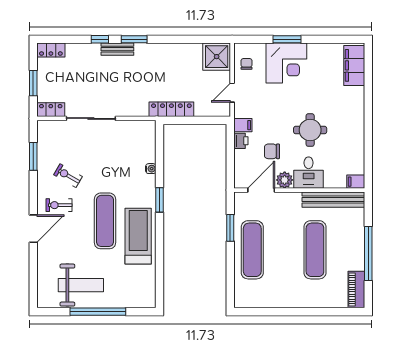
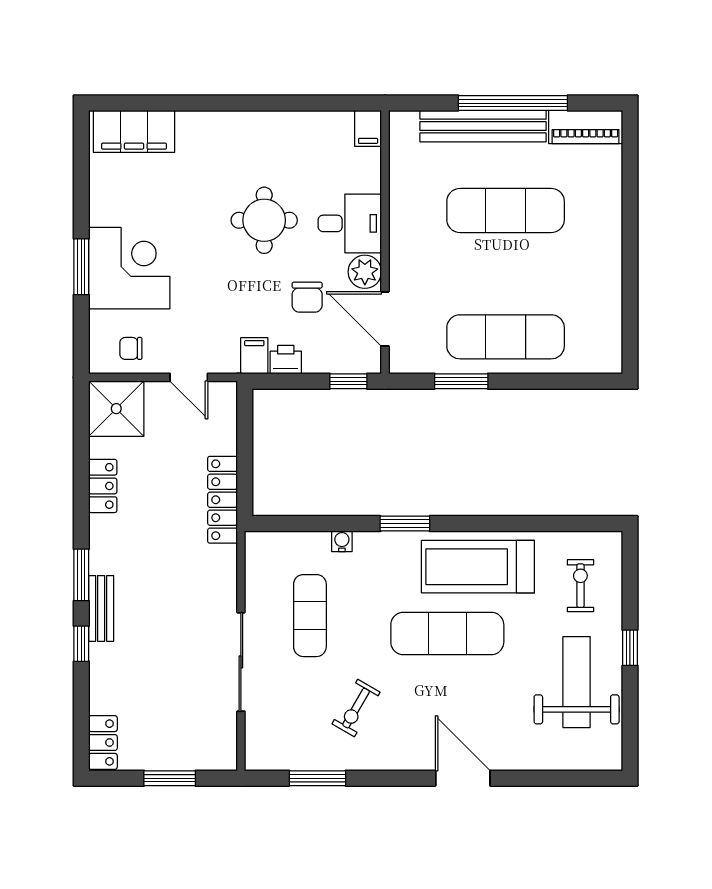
locker: (51, 110) -> (103, 486), moved, turned 180
exercise mat: (114, 153) -> (310, 616), added
window: (230, 172) -> (348, 381), added
bench: (333, 200) -> (483, 126), moved, turned 90
exercise bike: (59, 205) -> (580, 586), moved, turned 180
window: (98, 312) -> (630, 648), width x0.32

